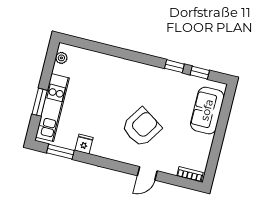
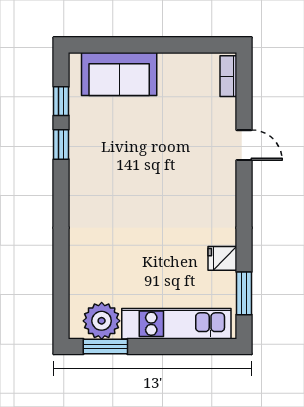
plant: (61, 58) -> (102, 321), width x1.88, depth x1.88
window: (40, 102) -> (105, 347), moved
armchair: (142, 127) -> (172, 173), removed

